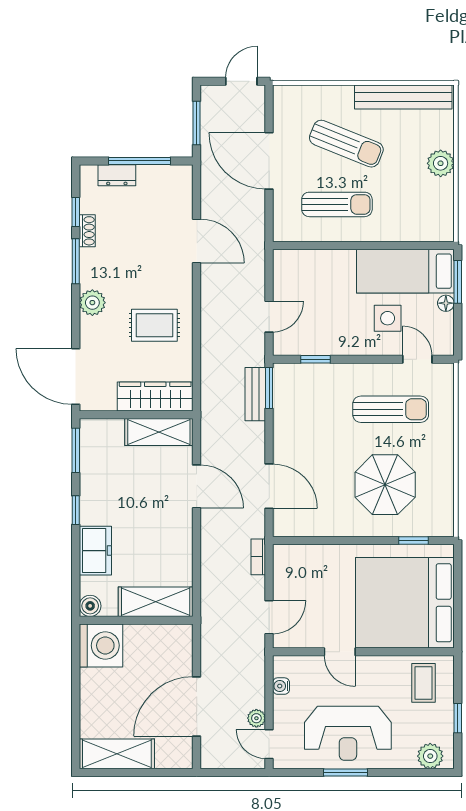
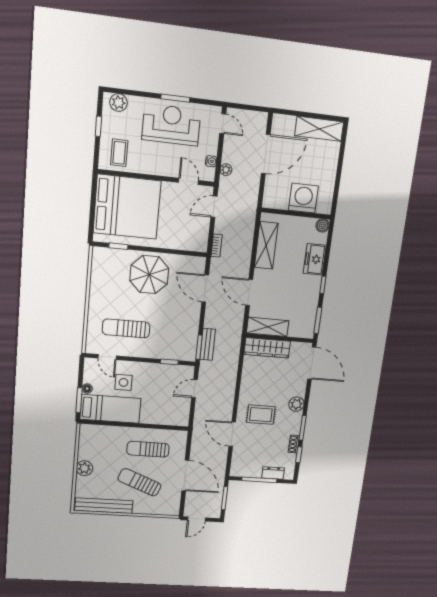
rug: (154, 325) -> (261, 415), moved
parasol: (385, 485) -> (149, 274), moved
shelving: (156, 602) -> (266, 245), moved, turned 90
washing machine: (101, 645) -> (303, 198), moved, turned 90
door: (340, 652) -> (189, 181), moved
plant: (256, 718) -> (226, 170), moved

